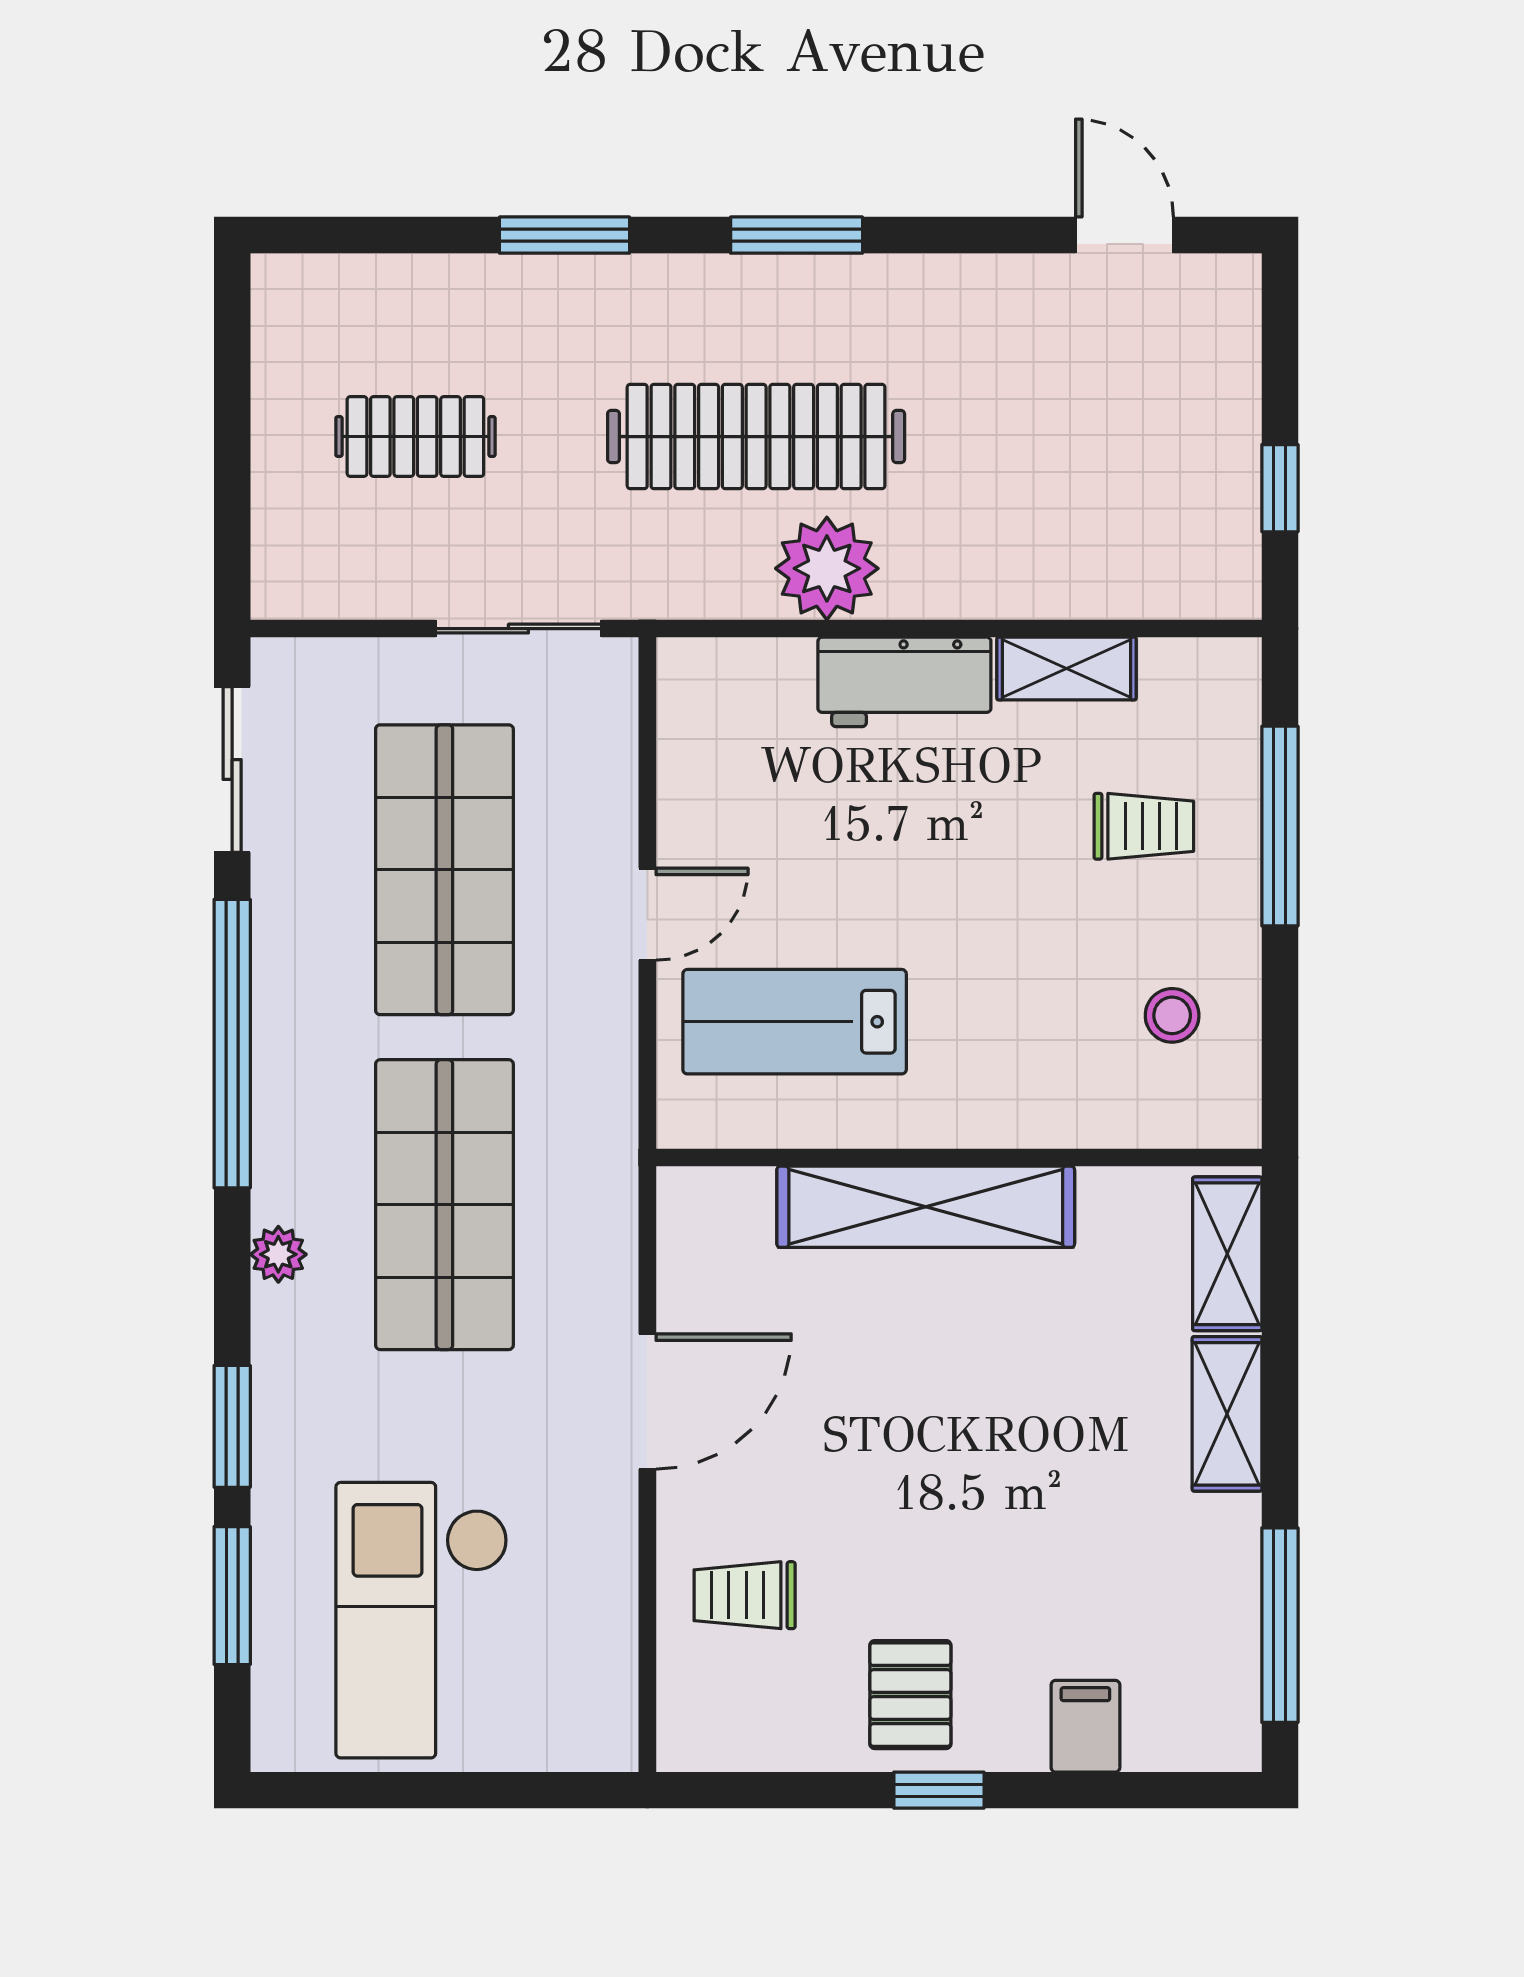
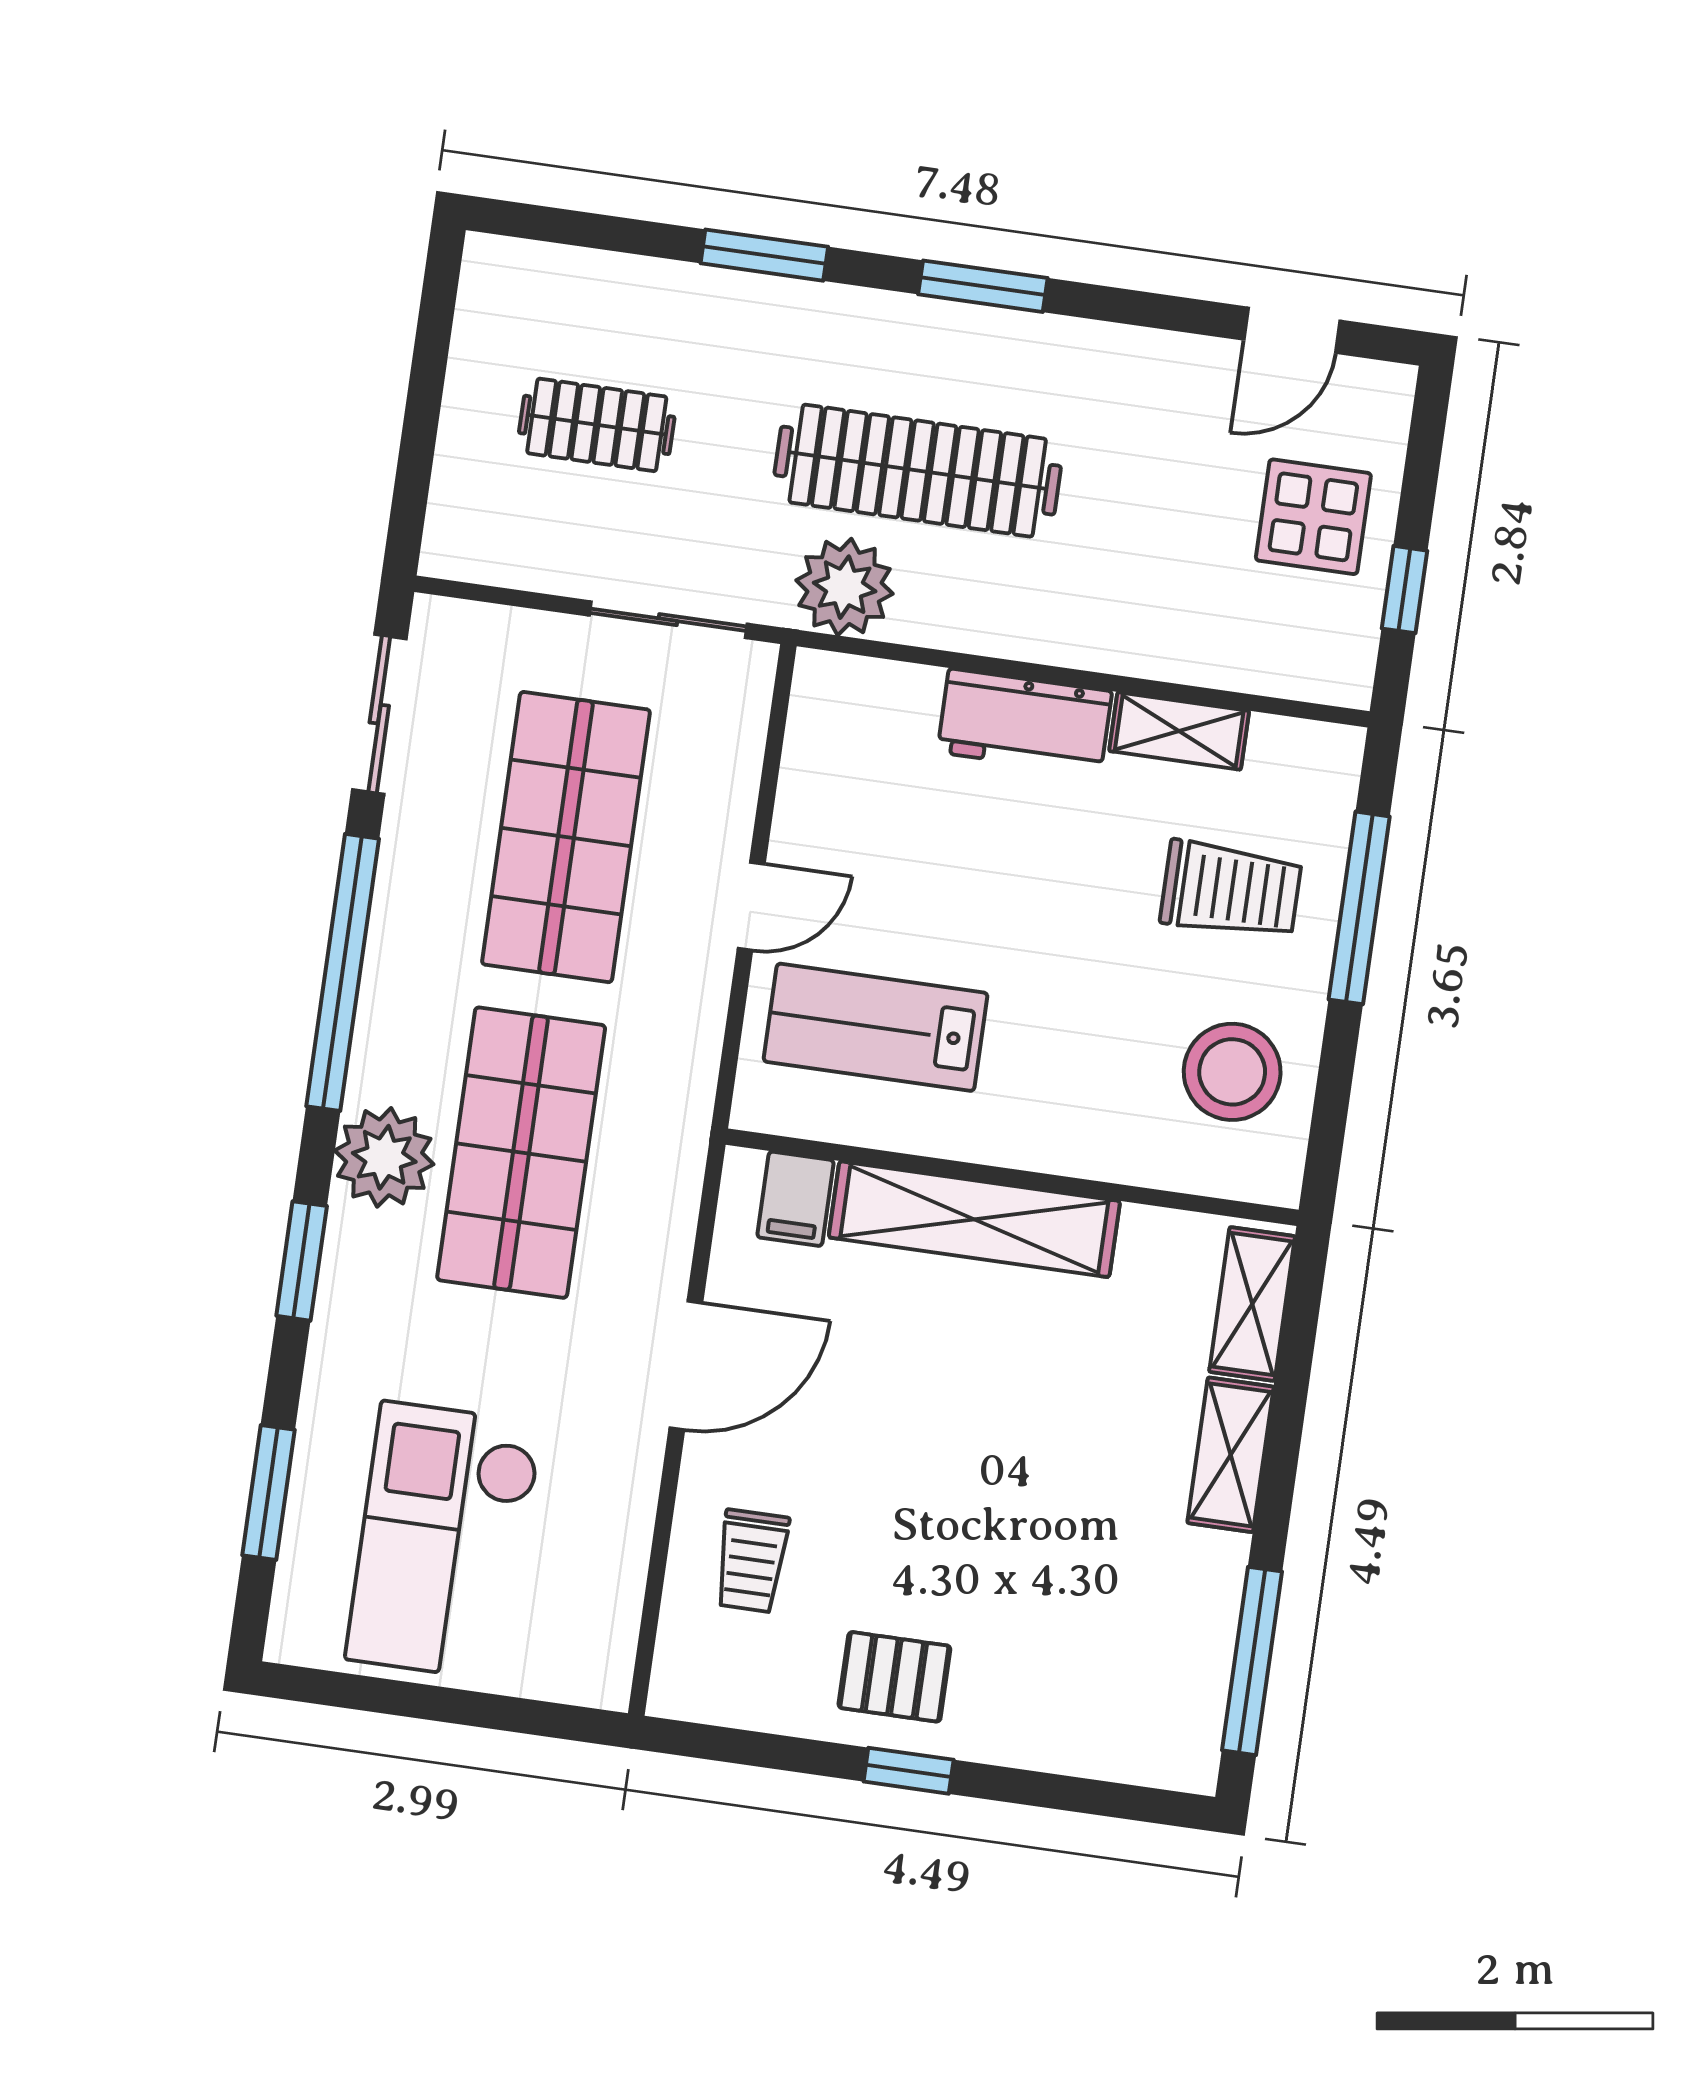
door: (1124, 235) -> (1292, 330), swing flipped
display table: (1174, 426) -> (1313, 517), added
plant: (827, 568) -> (845, 587), moved
trolley: (1144, 826) -> (1231, 890), width x1.36, depth x1.39
stool: (1172, 1015) -> (1232, 1072), width x1.89, depth x1.89
plant: (278, 1254) -> (384, 1157), width x1.88, depth x1.88
window: (232, 1426) -> (302, 1261), moved
trolley: (745, 1595) -> (752, 1561), turned -90
pallet: (910, 1695) -> (894, 1677), turned 90
filing cabinet: (1085, 1726) -> (796, 1199), moved, turned 180

